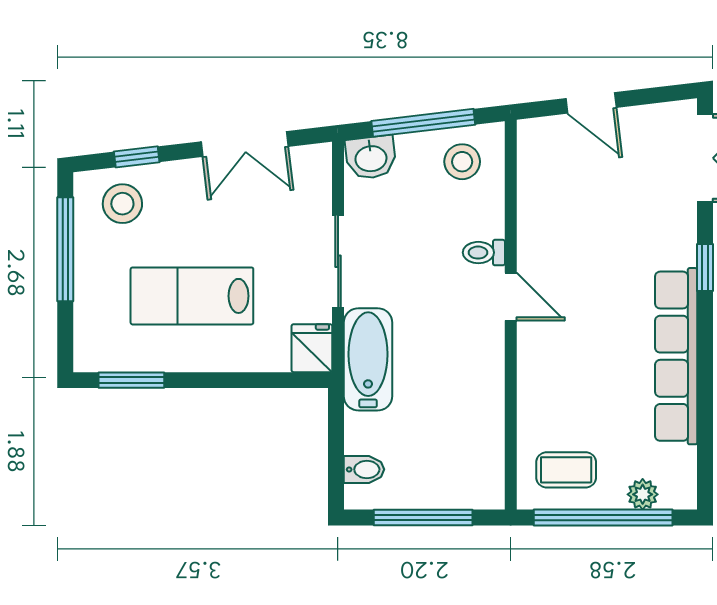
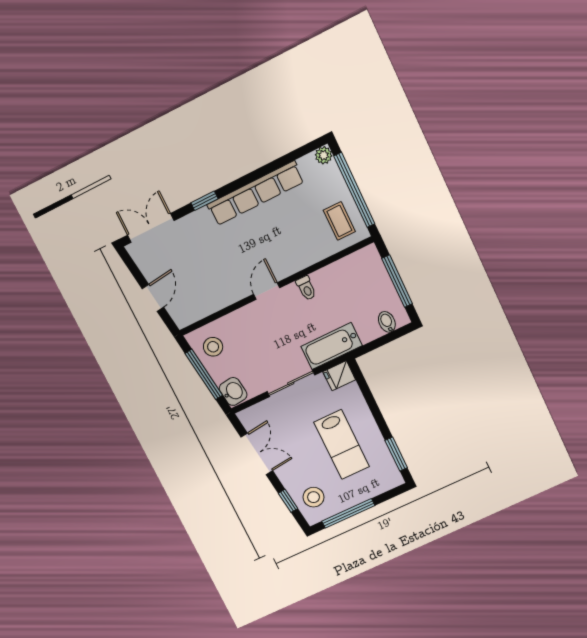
toilet: (484, 253) -> (306, 288), moved
plant: (643, 494) -> (324, 155), moved

